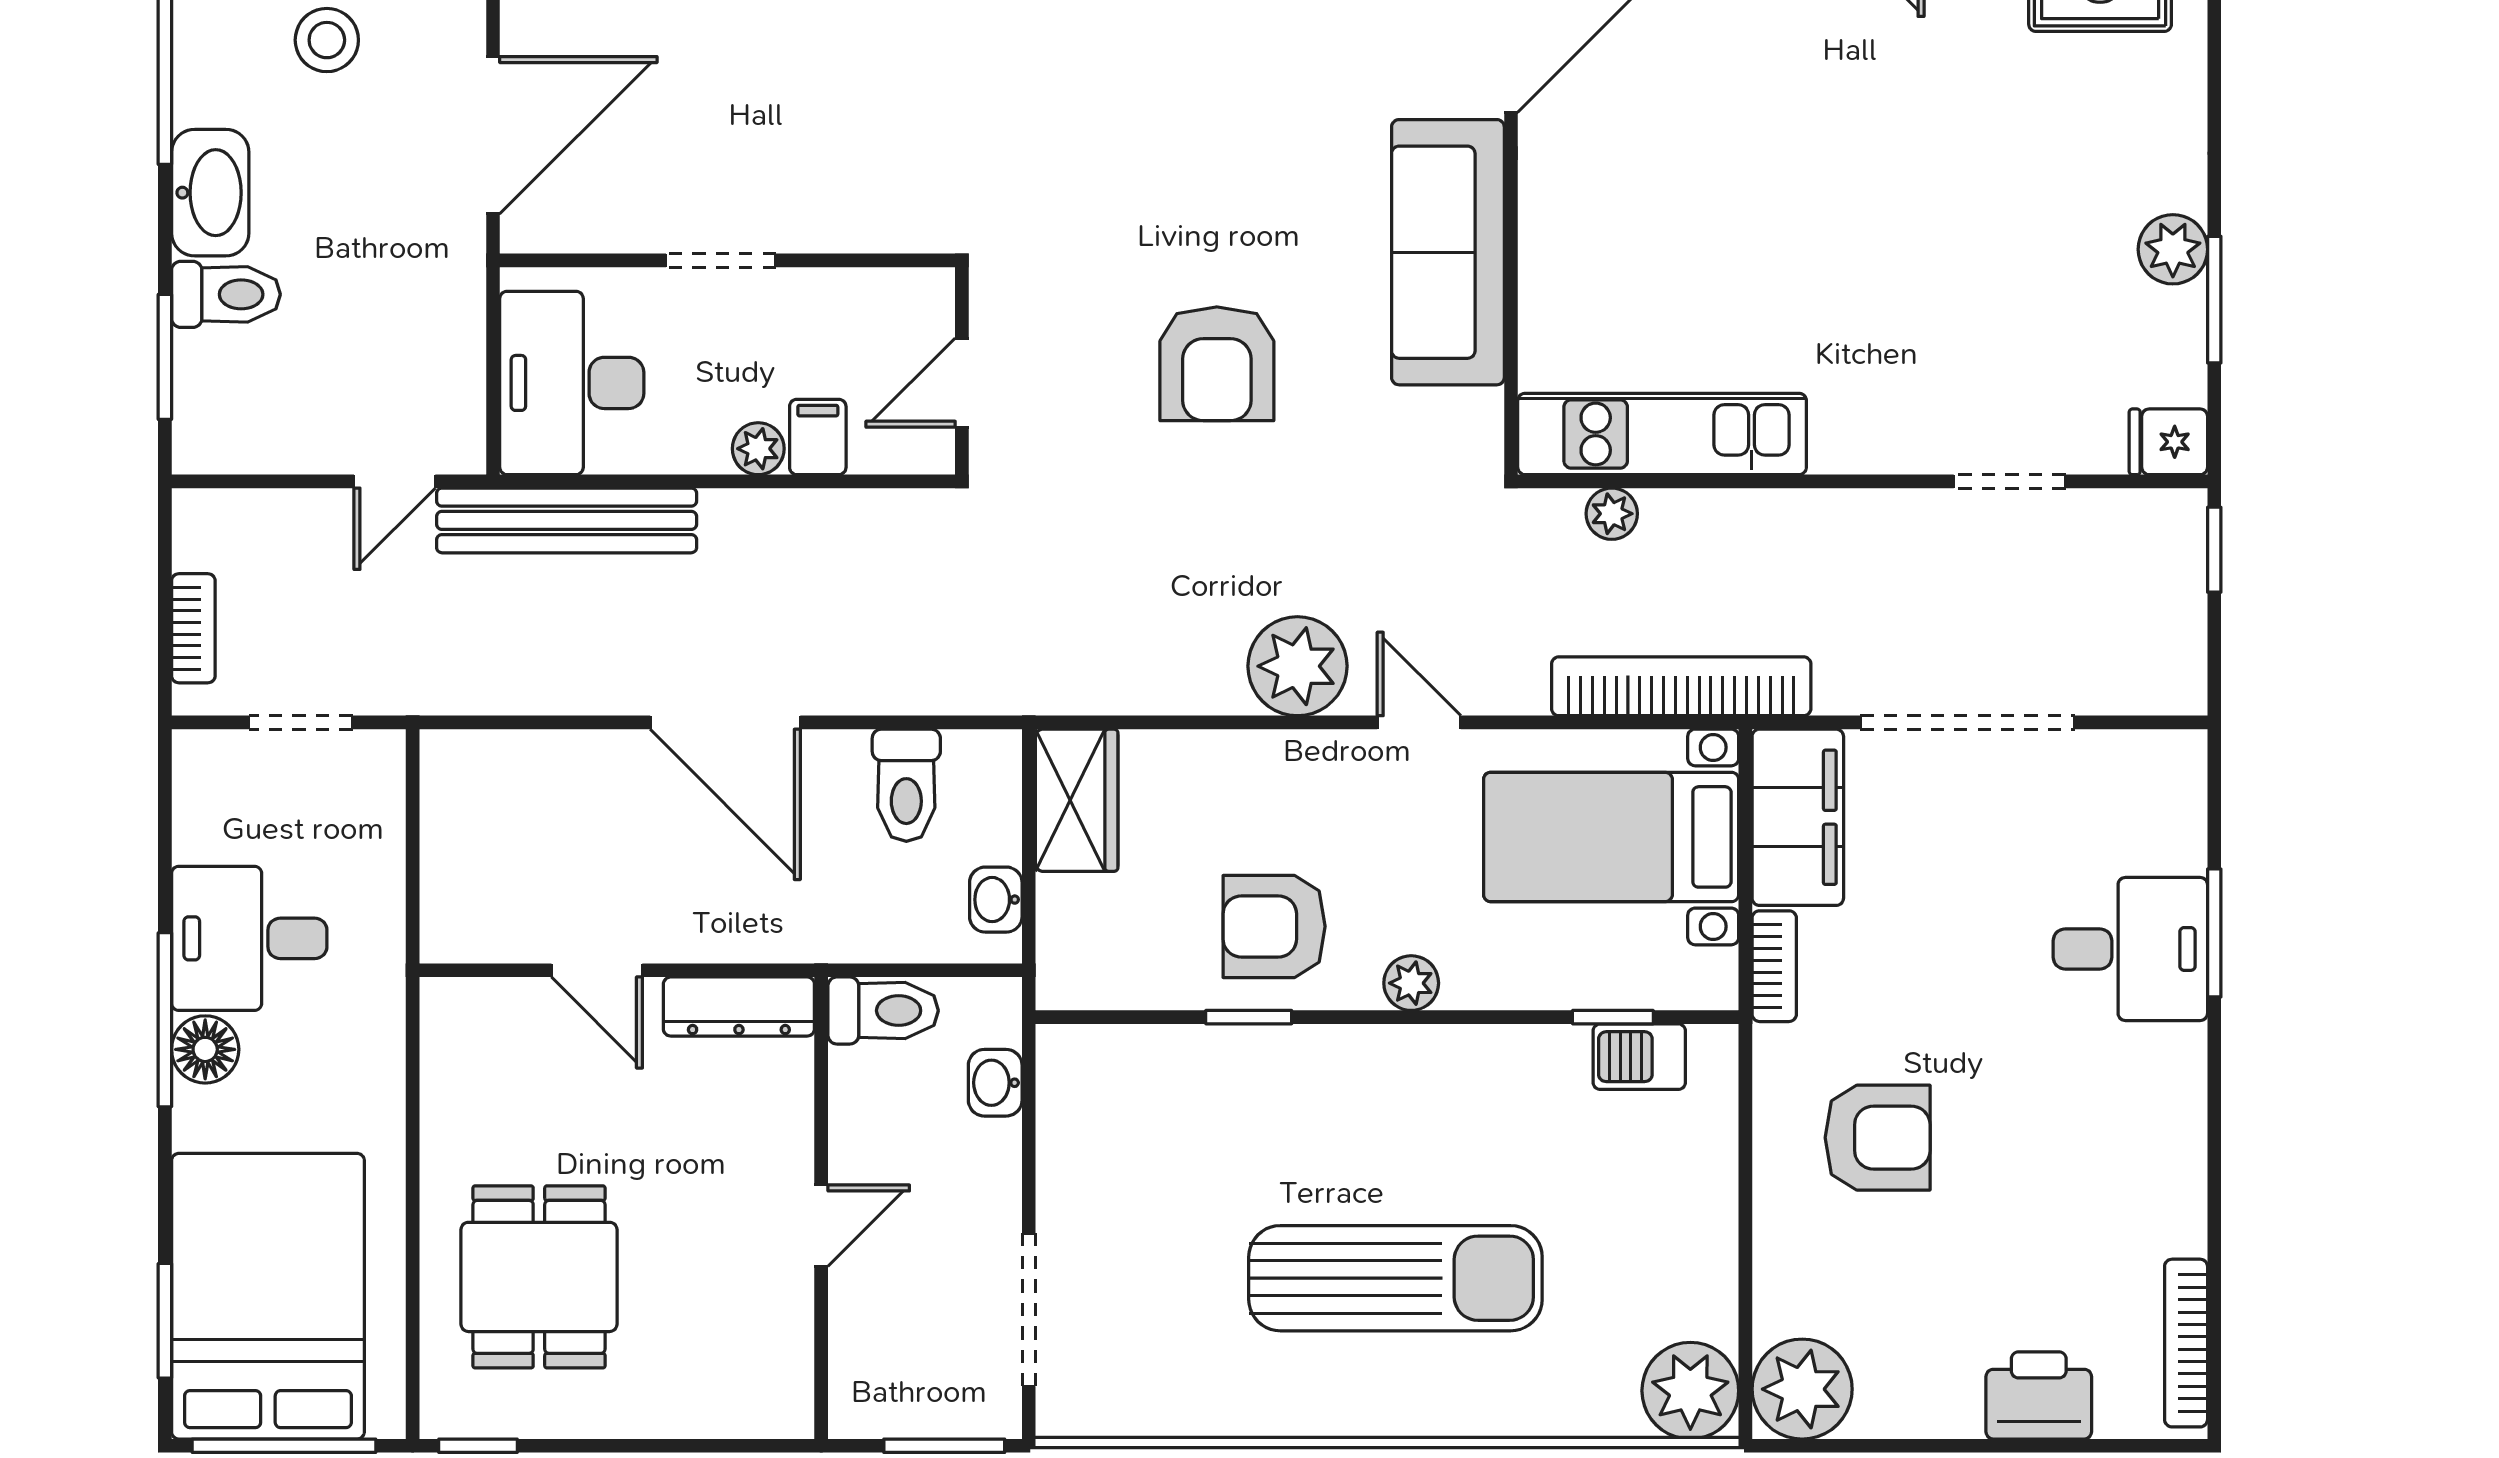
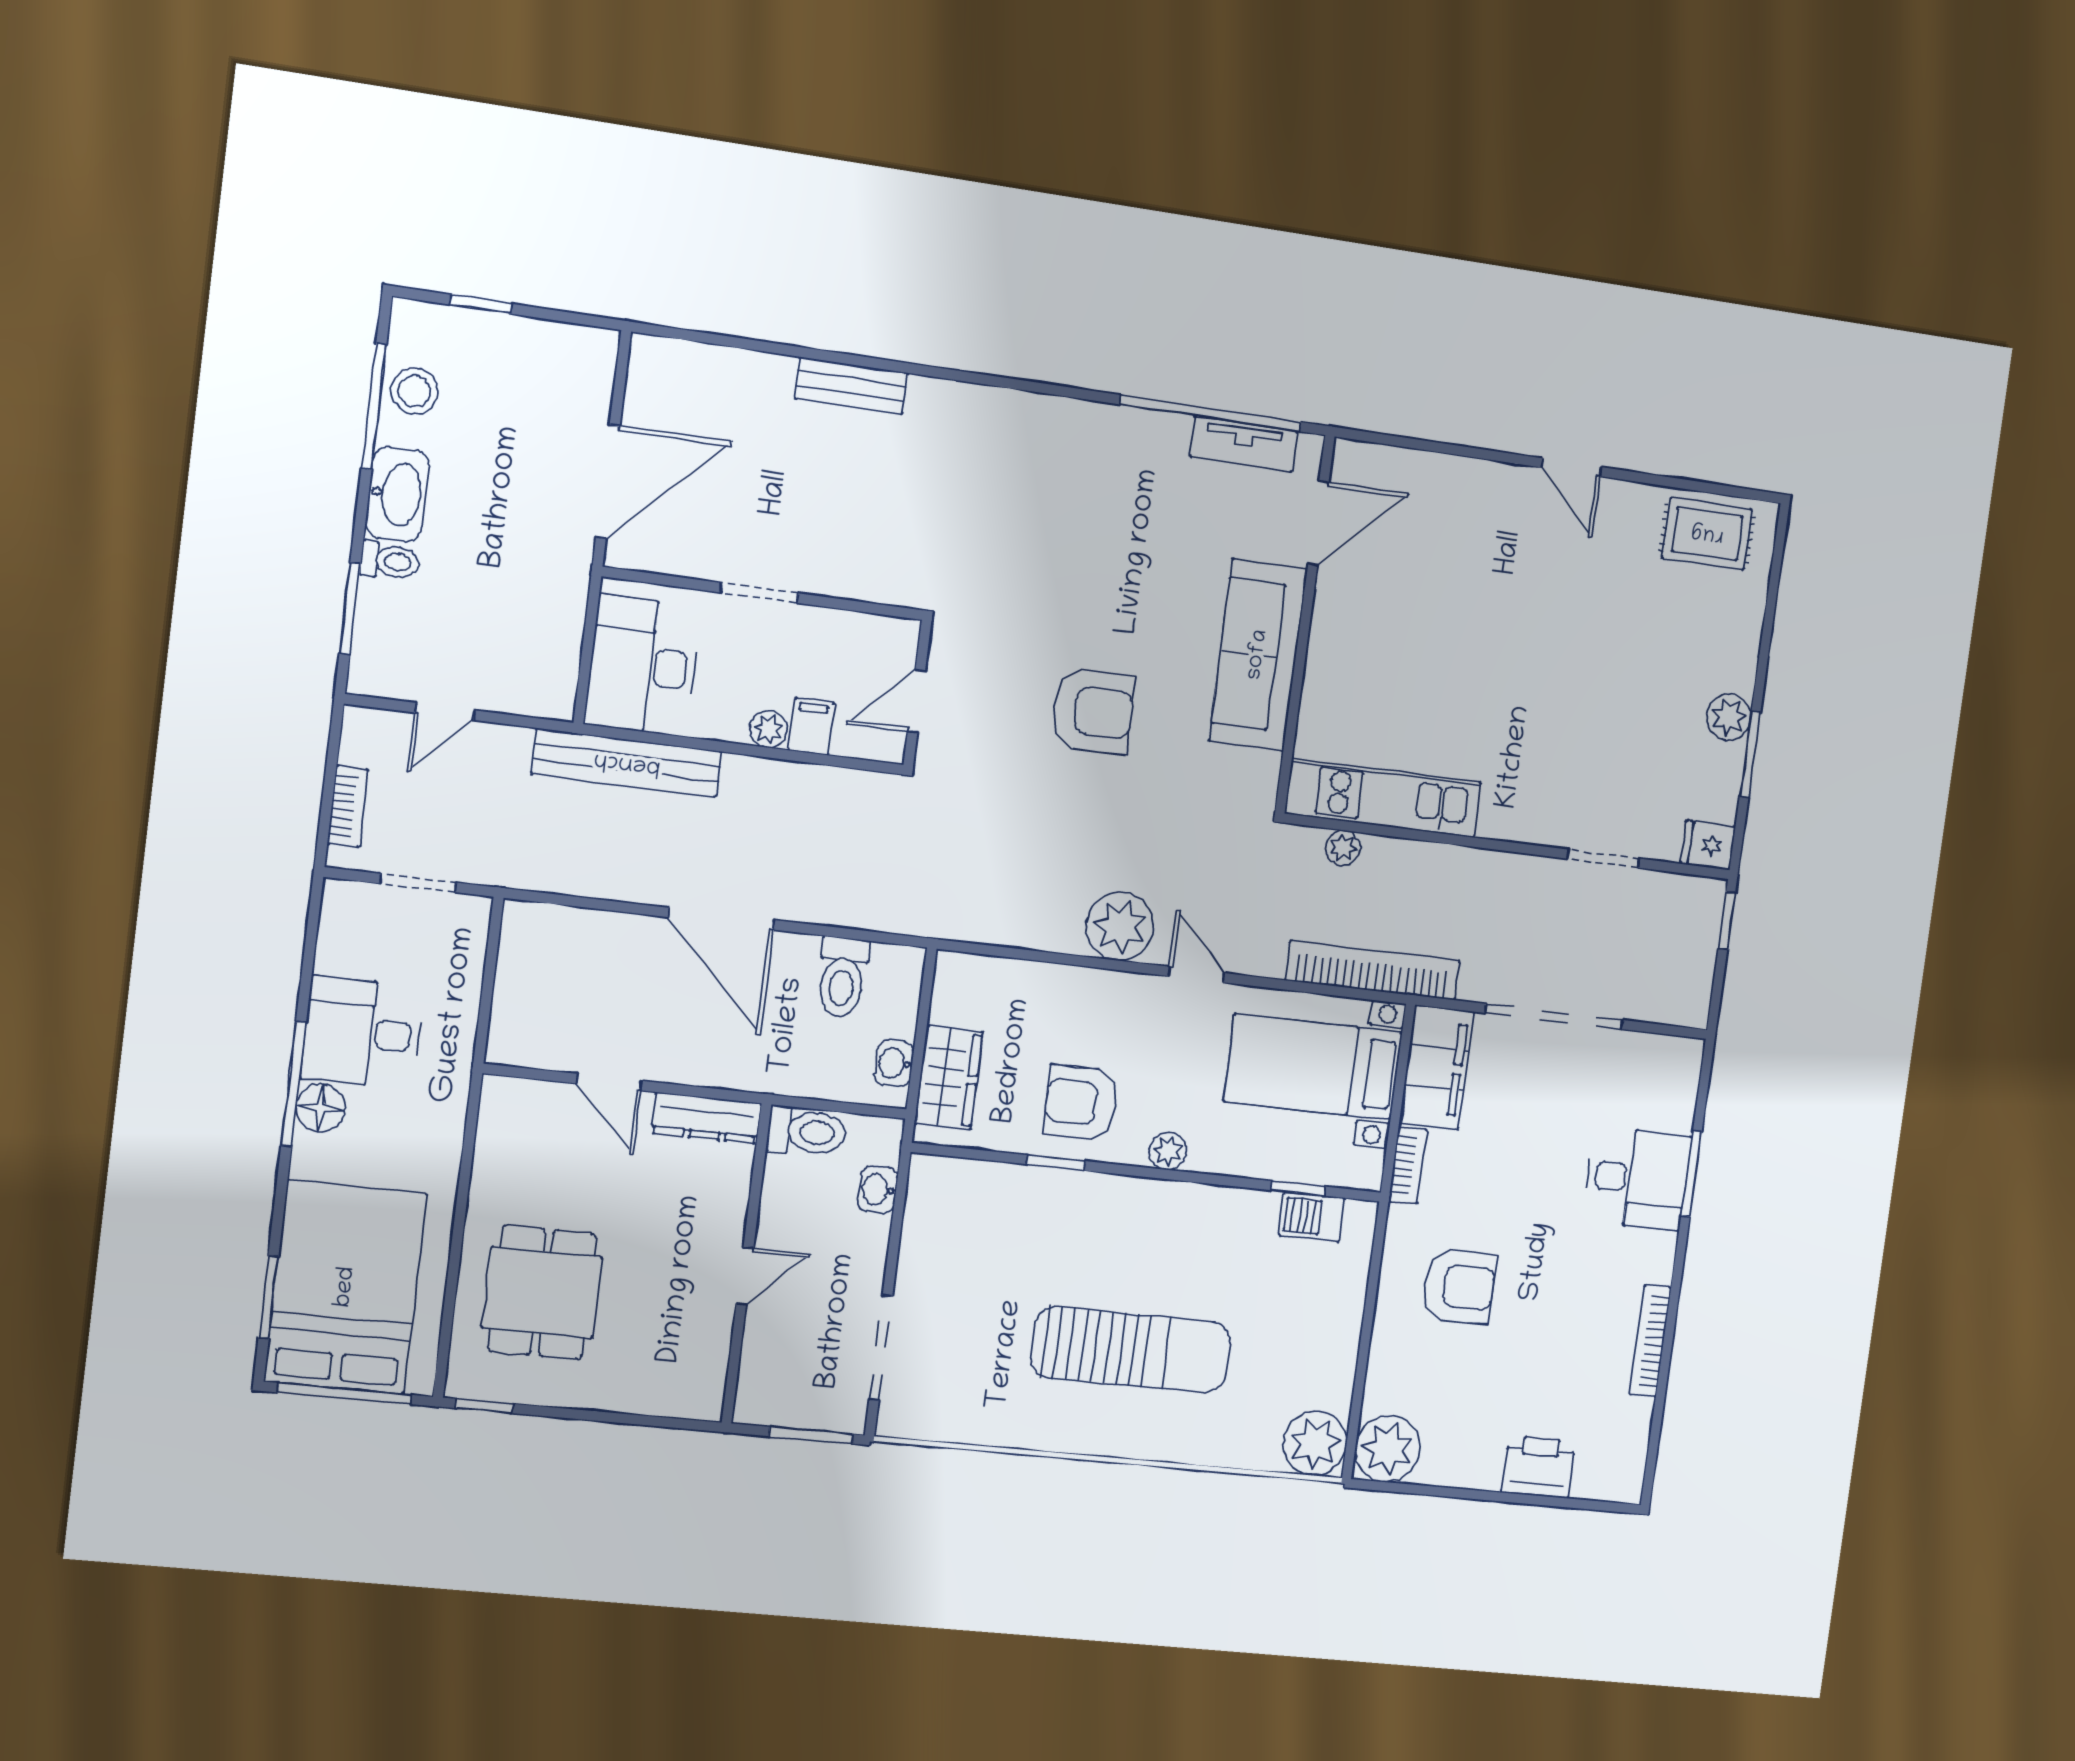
stool: (327, 40) -> (415, 391), moved
toilet: (226, 294) -> (390, 561), width x0.73, depth x0.72
armchair: (1217, 364) -> (1093, 711), turned -90
door: (395, 481) -> (445, 711), moved
wardrobe: (1077, 800) -> (949, 1078), moved
bookcase: (2186, 1343) -> (1650, 1341), moved

